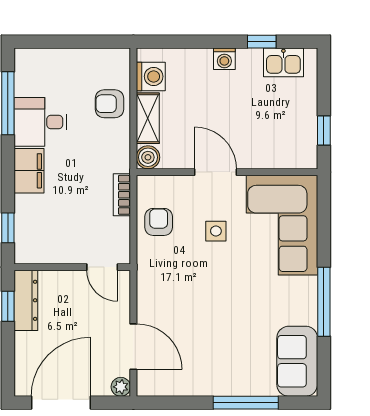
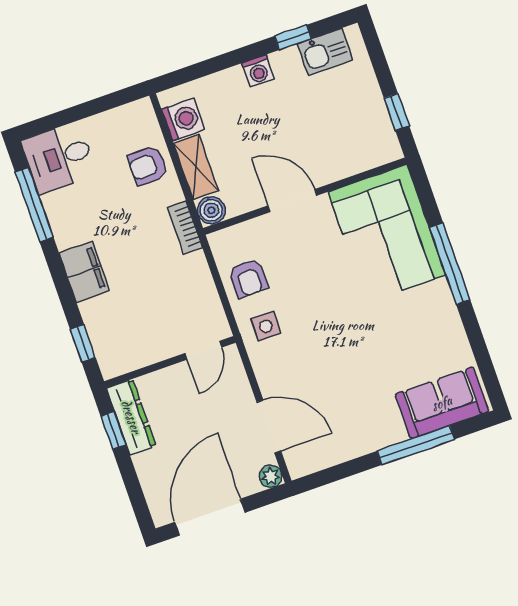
desk: (40, 122) -> (59, 158), moved
bookcase: (122, 195) -> (185, 228), moved
armchair: (159, 222) -> (248, 278), turned 180
side table: (216, 231) -> (266, 326), moved
door: (102, 267) -> (203, 350), hinge flipped
window: (324, 302) -> (450, 264), moved
sofa: (297, 361) -> (442, 403), moved, turned 90

